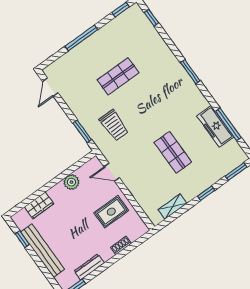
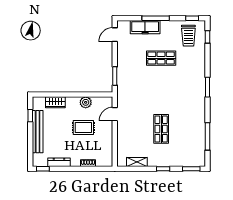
trolley: (114, 125) -> (188, 36), moved
freezer: (215, 126) -> (145, 27), moved, turned -90
door: (112, 172) -> (115, 114), hinge flipped
rug: (111, 212) -> (83, 127), moved

